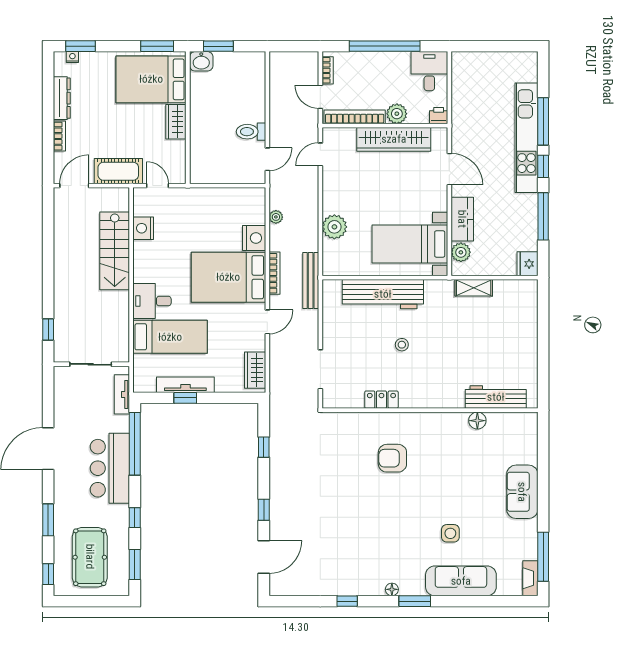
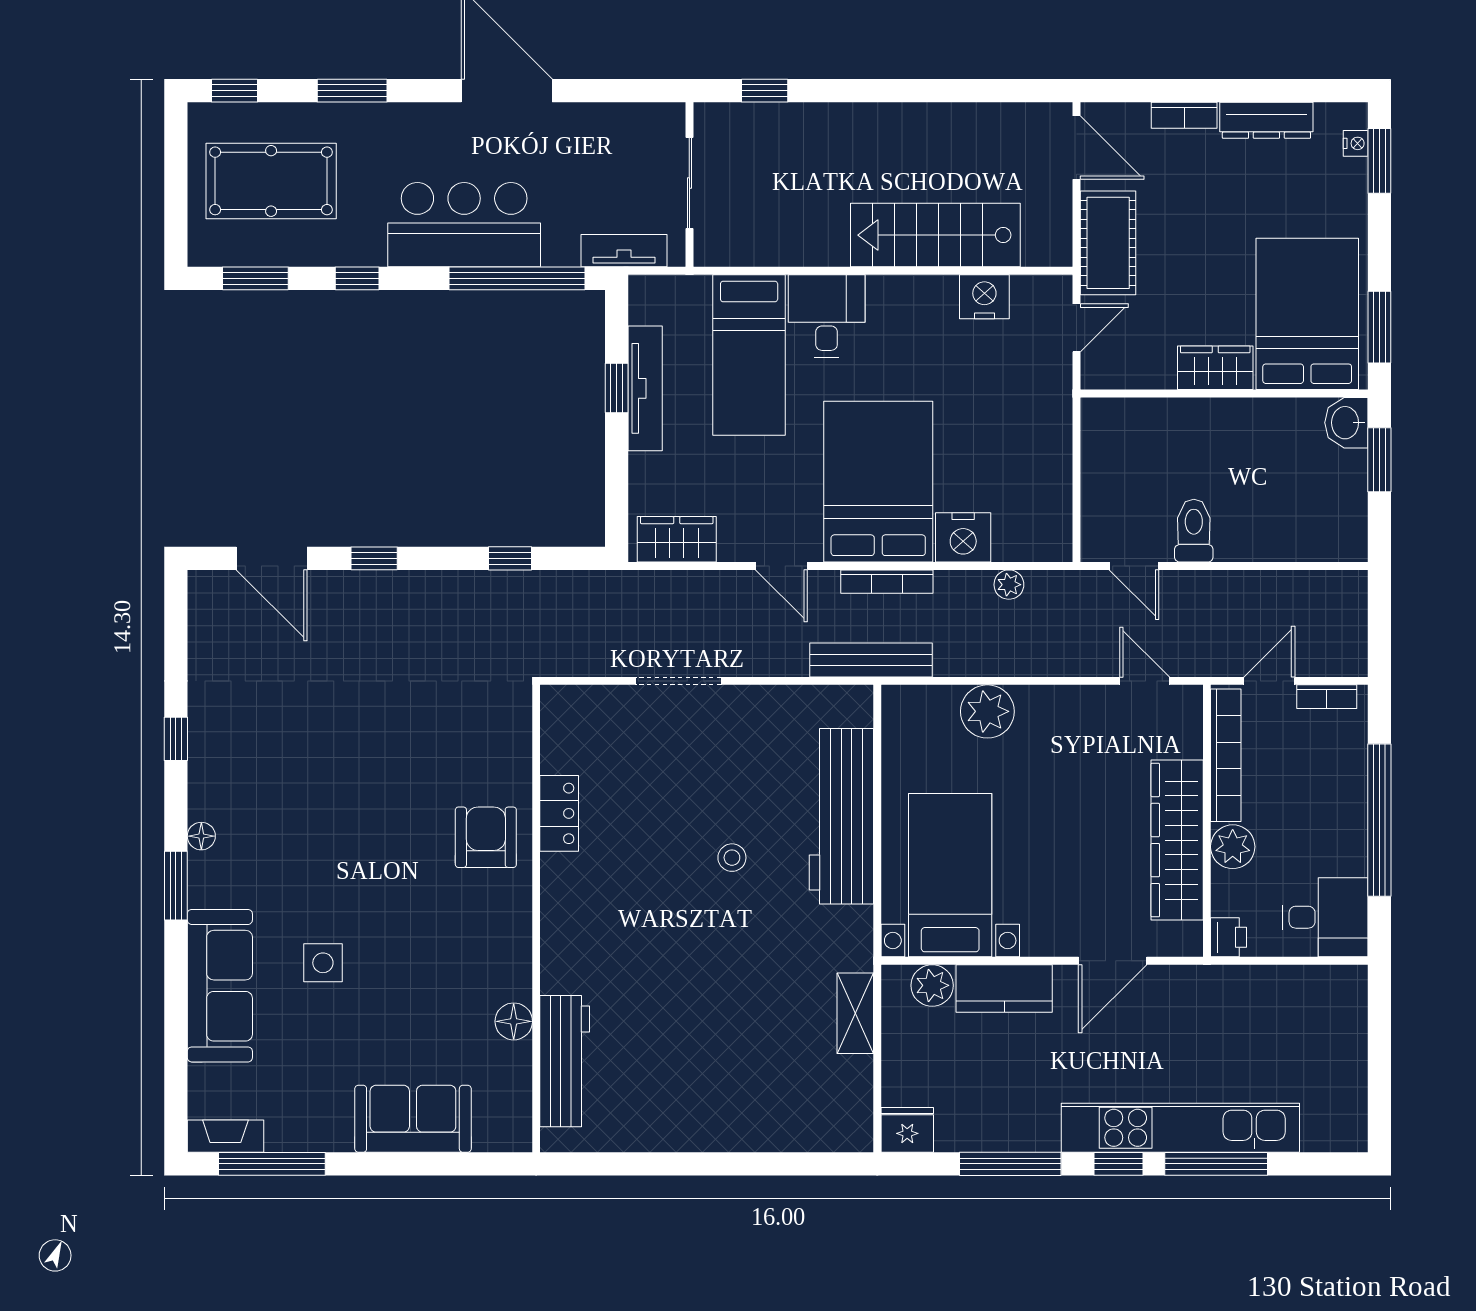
workbench: (496, 397) -> (565, 1061), moved
locker: (381, 400) -> (559, 813), moved
wall: (430, 410) -> (536, 919), moved
floor lamp: (477, 421) -> (514, 1021), moved

